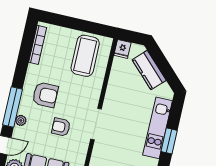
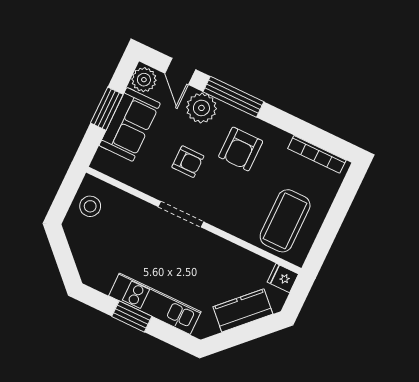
coffee table: (85, 56) -> (285, 221), turned 90
plant: (21, 120) -> (201, 108), width x1.88, depth x1.88
armchair: (61, 127) -> (188, 162), turned 90

